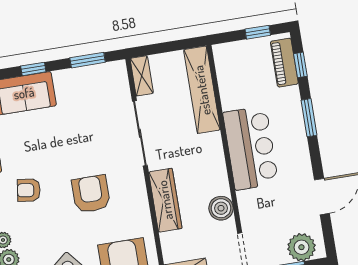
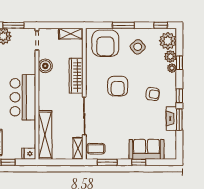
fridge: (225, 53) -> (29, 154), added
coffee table: (111, 80) -> (96, 149), added

